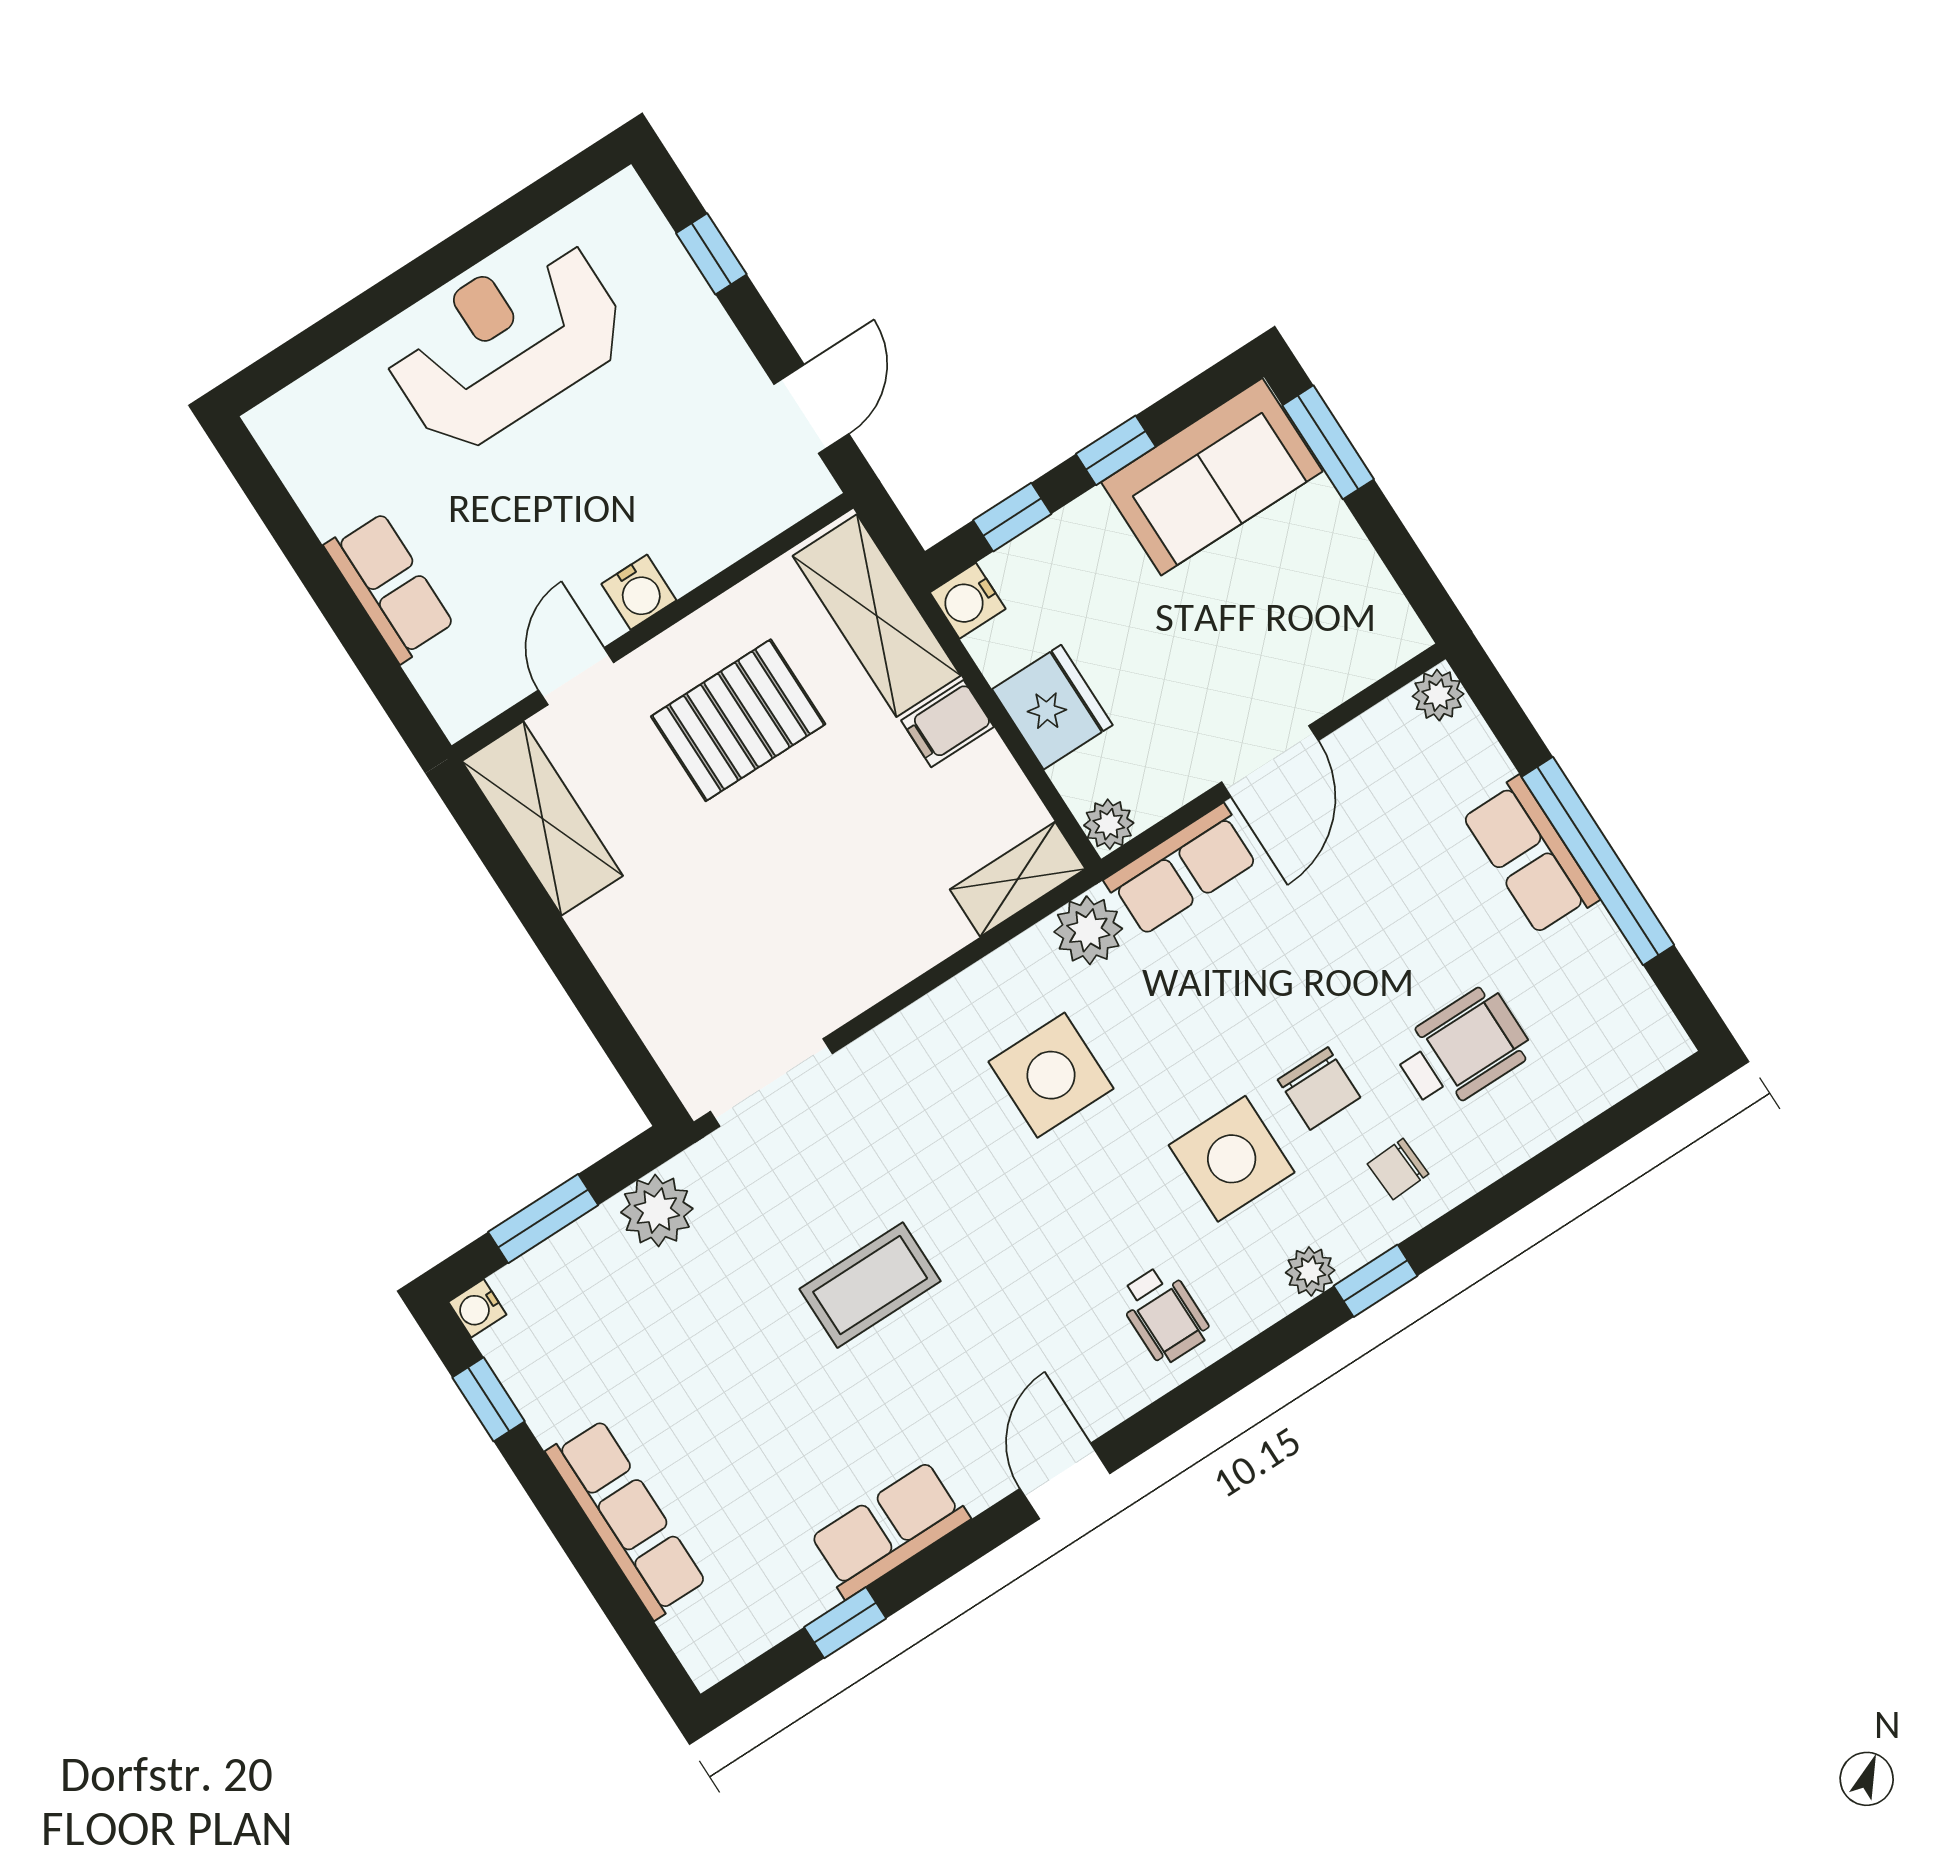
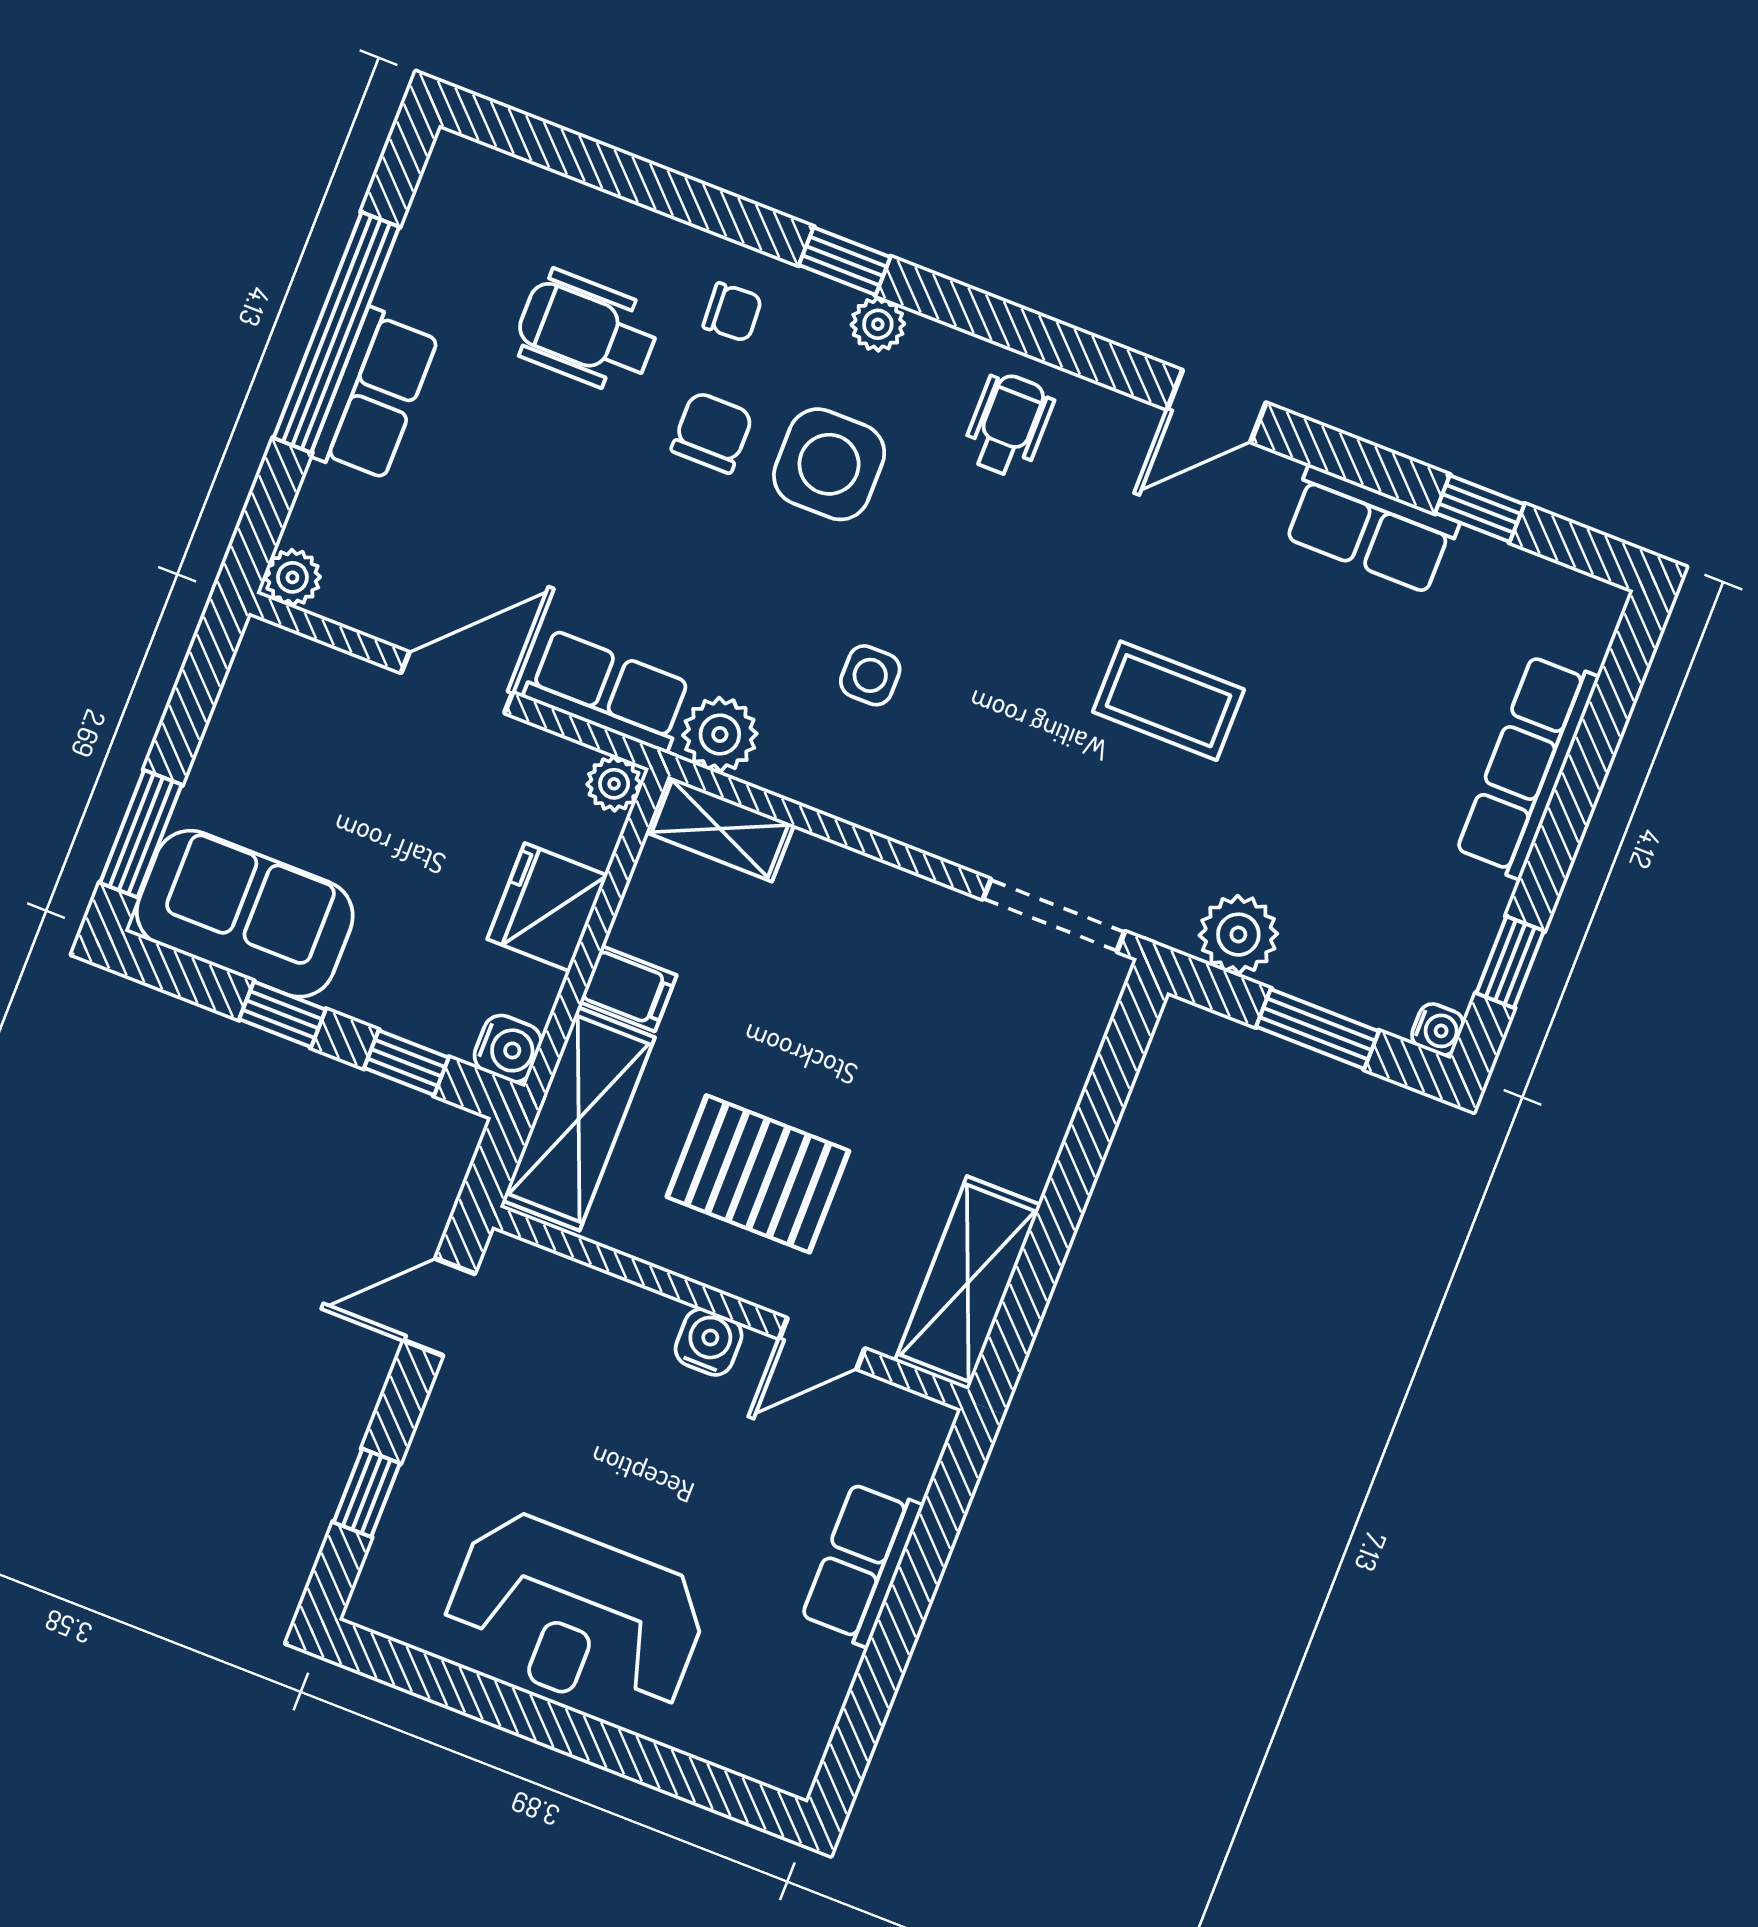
side table: (1051, 1075) -> (870, 675), width x0.54, depth x0.54

